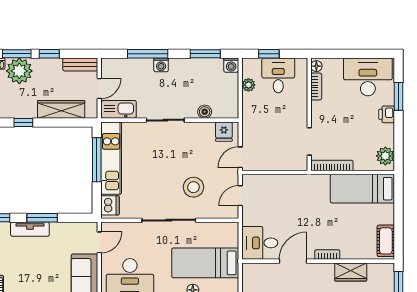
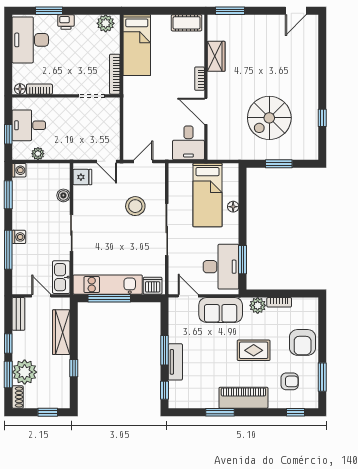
door: (240, 196) -> (143, 161), swing flipped

